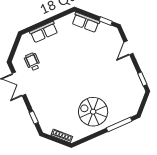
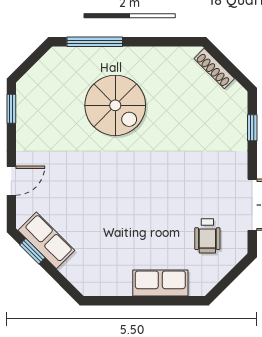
row of seats: (86, 22) -> (46, 240), moved
spiral stairs: (93, 112) -> (115, 105), moved

